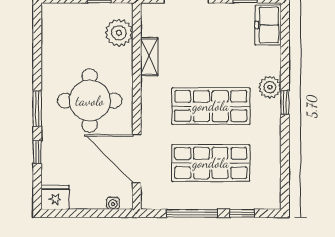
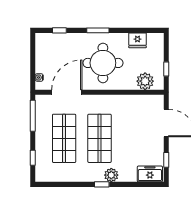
shelving: (149, 57) -> (130, 100), removed
window: (37, 152) -> (59, 30), moved
fridge: (55, 197) -> (137, 40), moved, turned 90
window: (192, 213) -> (33, 116), moved

